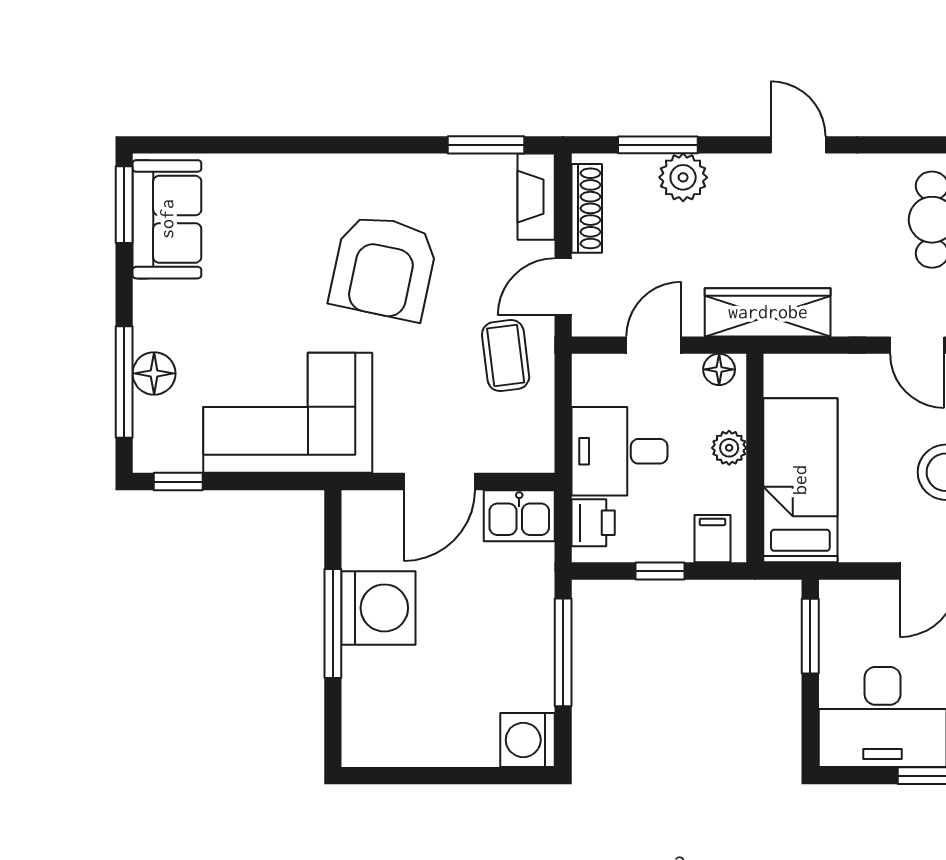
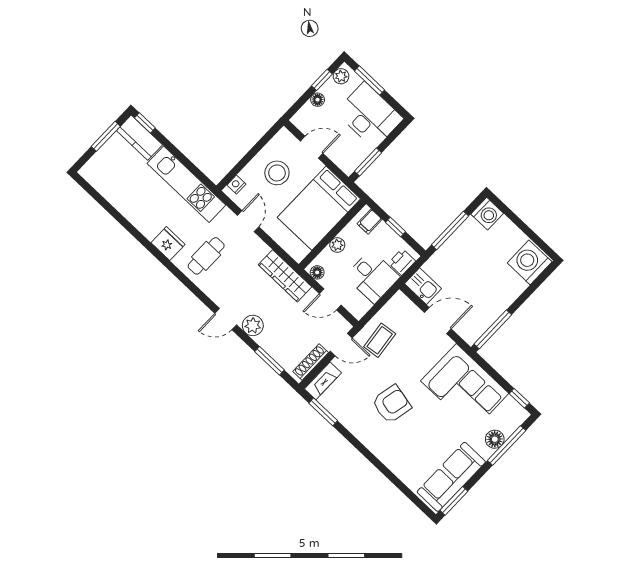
door: (798, 145) -> (226, 319), hinge flipped
plant: (683, 177) -> (253, 325), moved
sofa: (167, 219) -> (451, 477), width x1.36
armchair: (384, 267) -> (391, 404), width x0.73, depth x0.73
bed: (800, 480) -> (319, 208), width x1.50
washing machine: (378, 608) -> (530, 262), moved
window: (333, 624) -> (493, 329), moved

